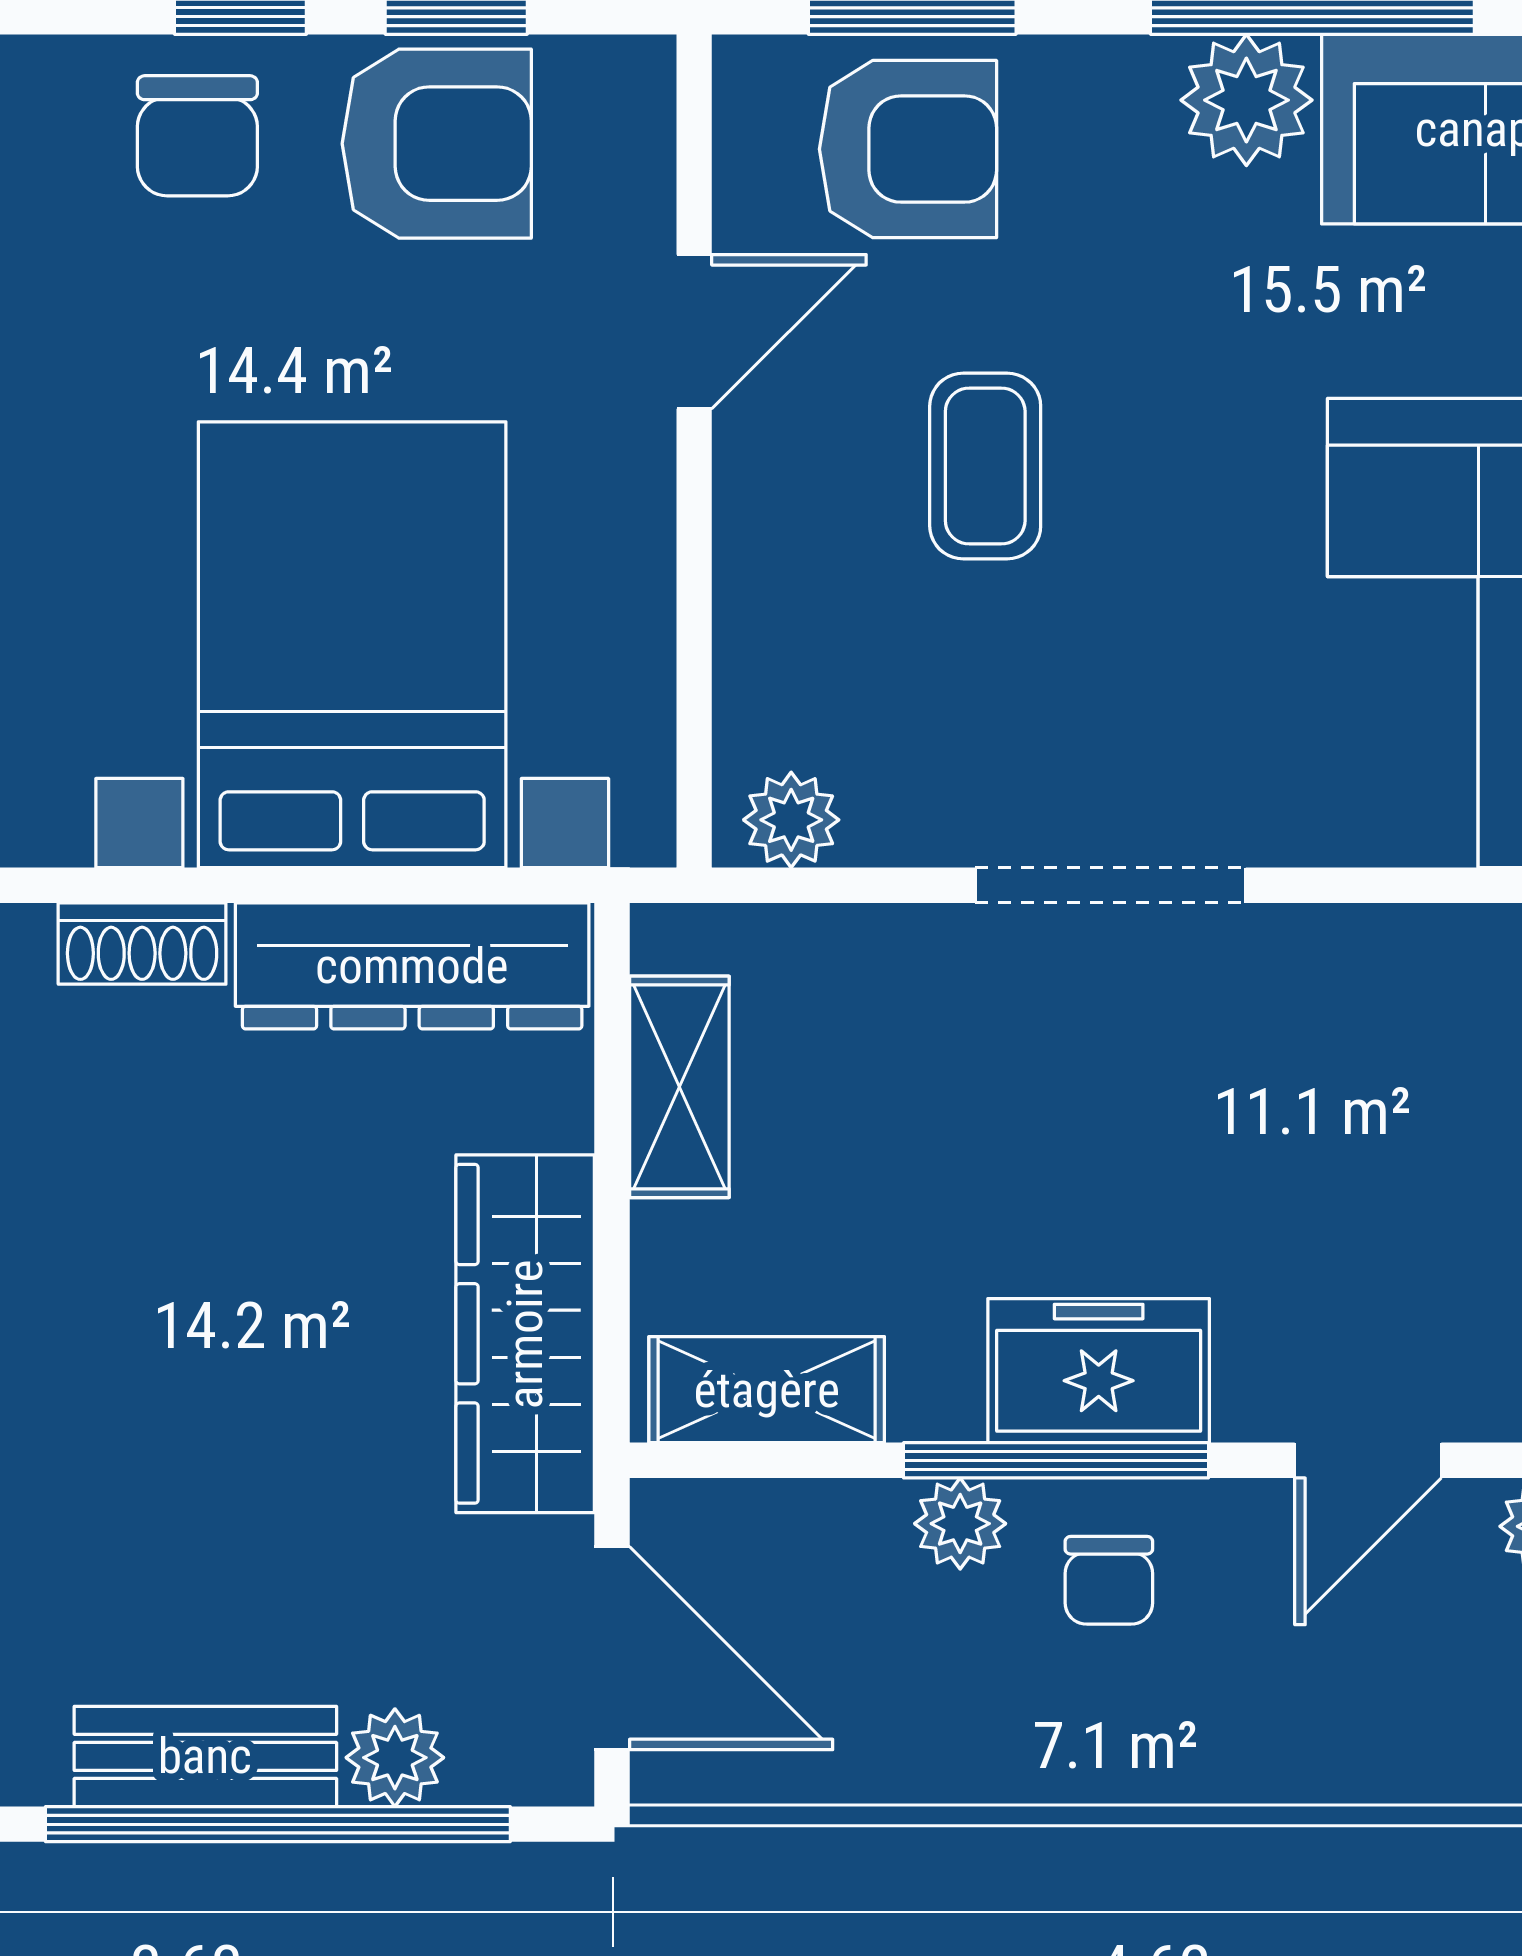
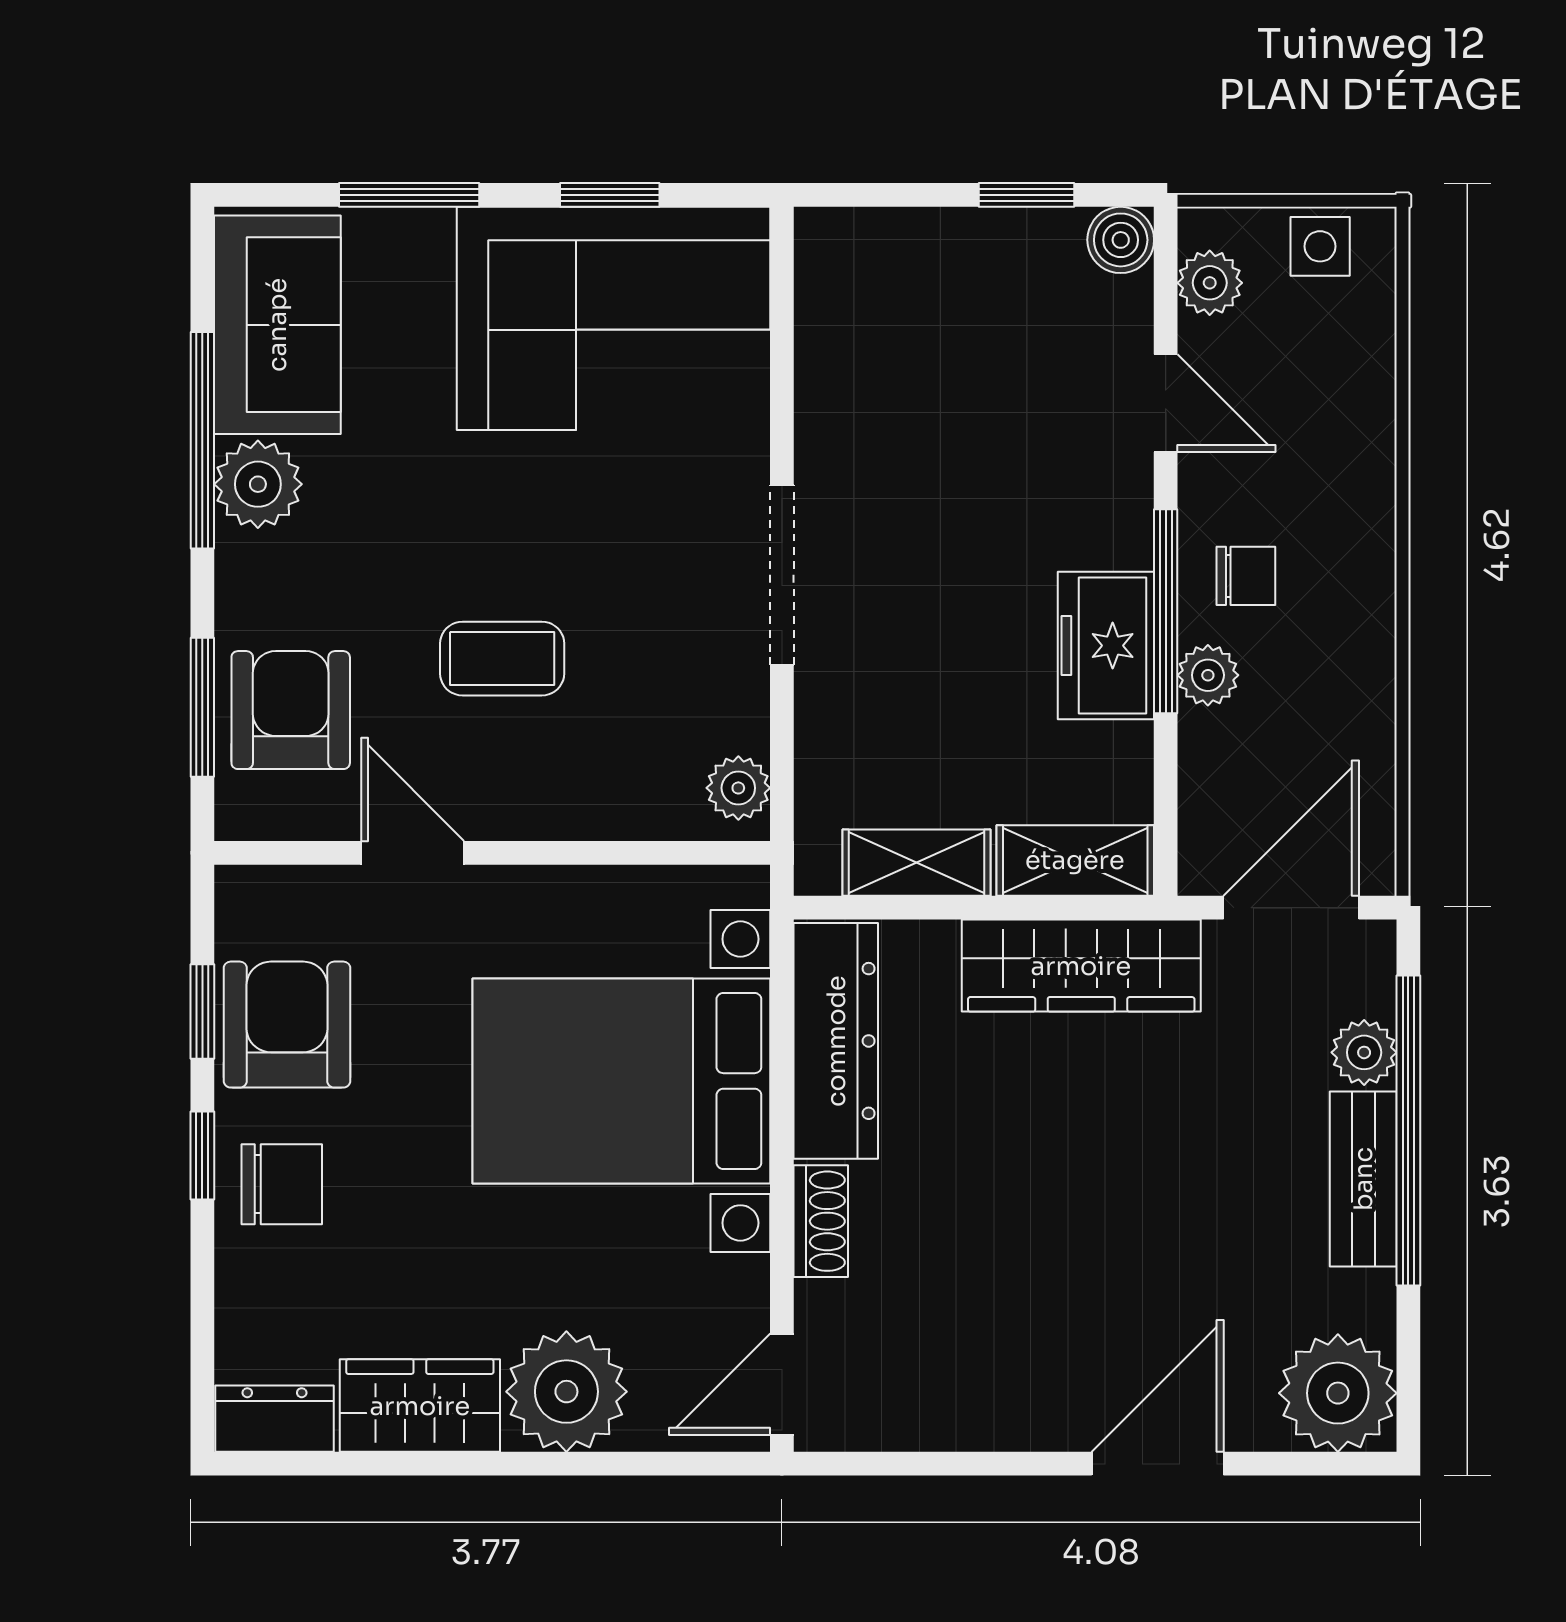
freezer: (1099, 1371) -> (1106, 646), moved
shelving: (767, 1390) -> (1075, 860), moved, turned 90

